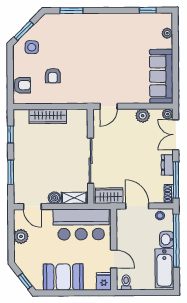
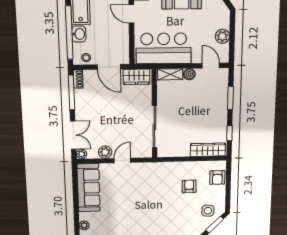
armchair: (22, 85) -> (217, 177), turned -90
door: (109, 106) -> (122, 160), moved
wardrobe: (48, 116) -> (208, 150), moved
sliding door: (91, 161) -> (154, 127), moved
dresser: (167, 165) -> (80, 107), removed

